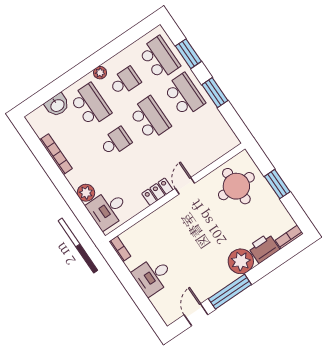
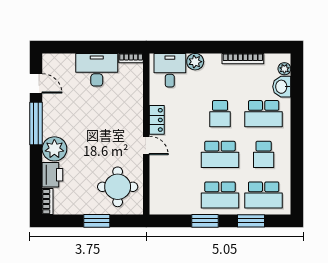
plant: (100, 73) -> (284, 69), moved
desk: (153, 276) -> (97, 70), width x1.37

